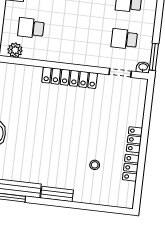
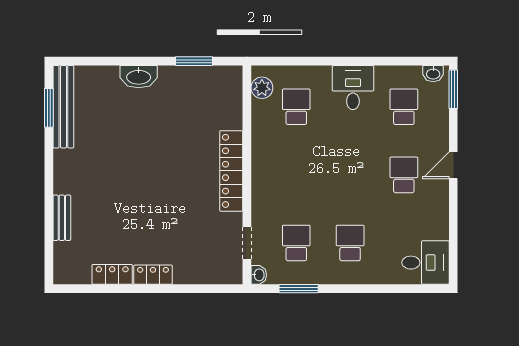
window: (154, 57) -> (299, 289), moved
stool: (95, 165) -> (110, 222), removed
bench: (57, 194) -> (62, 218), moved

